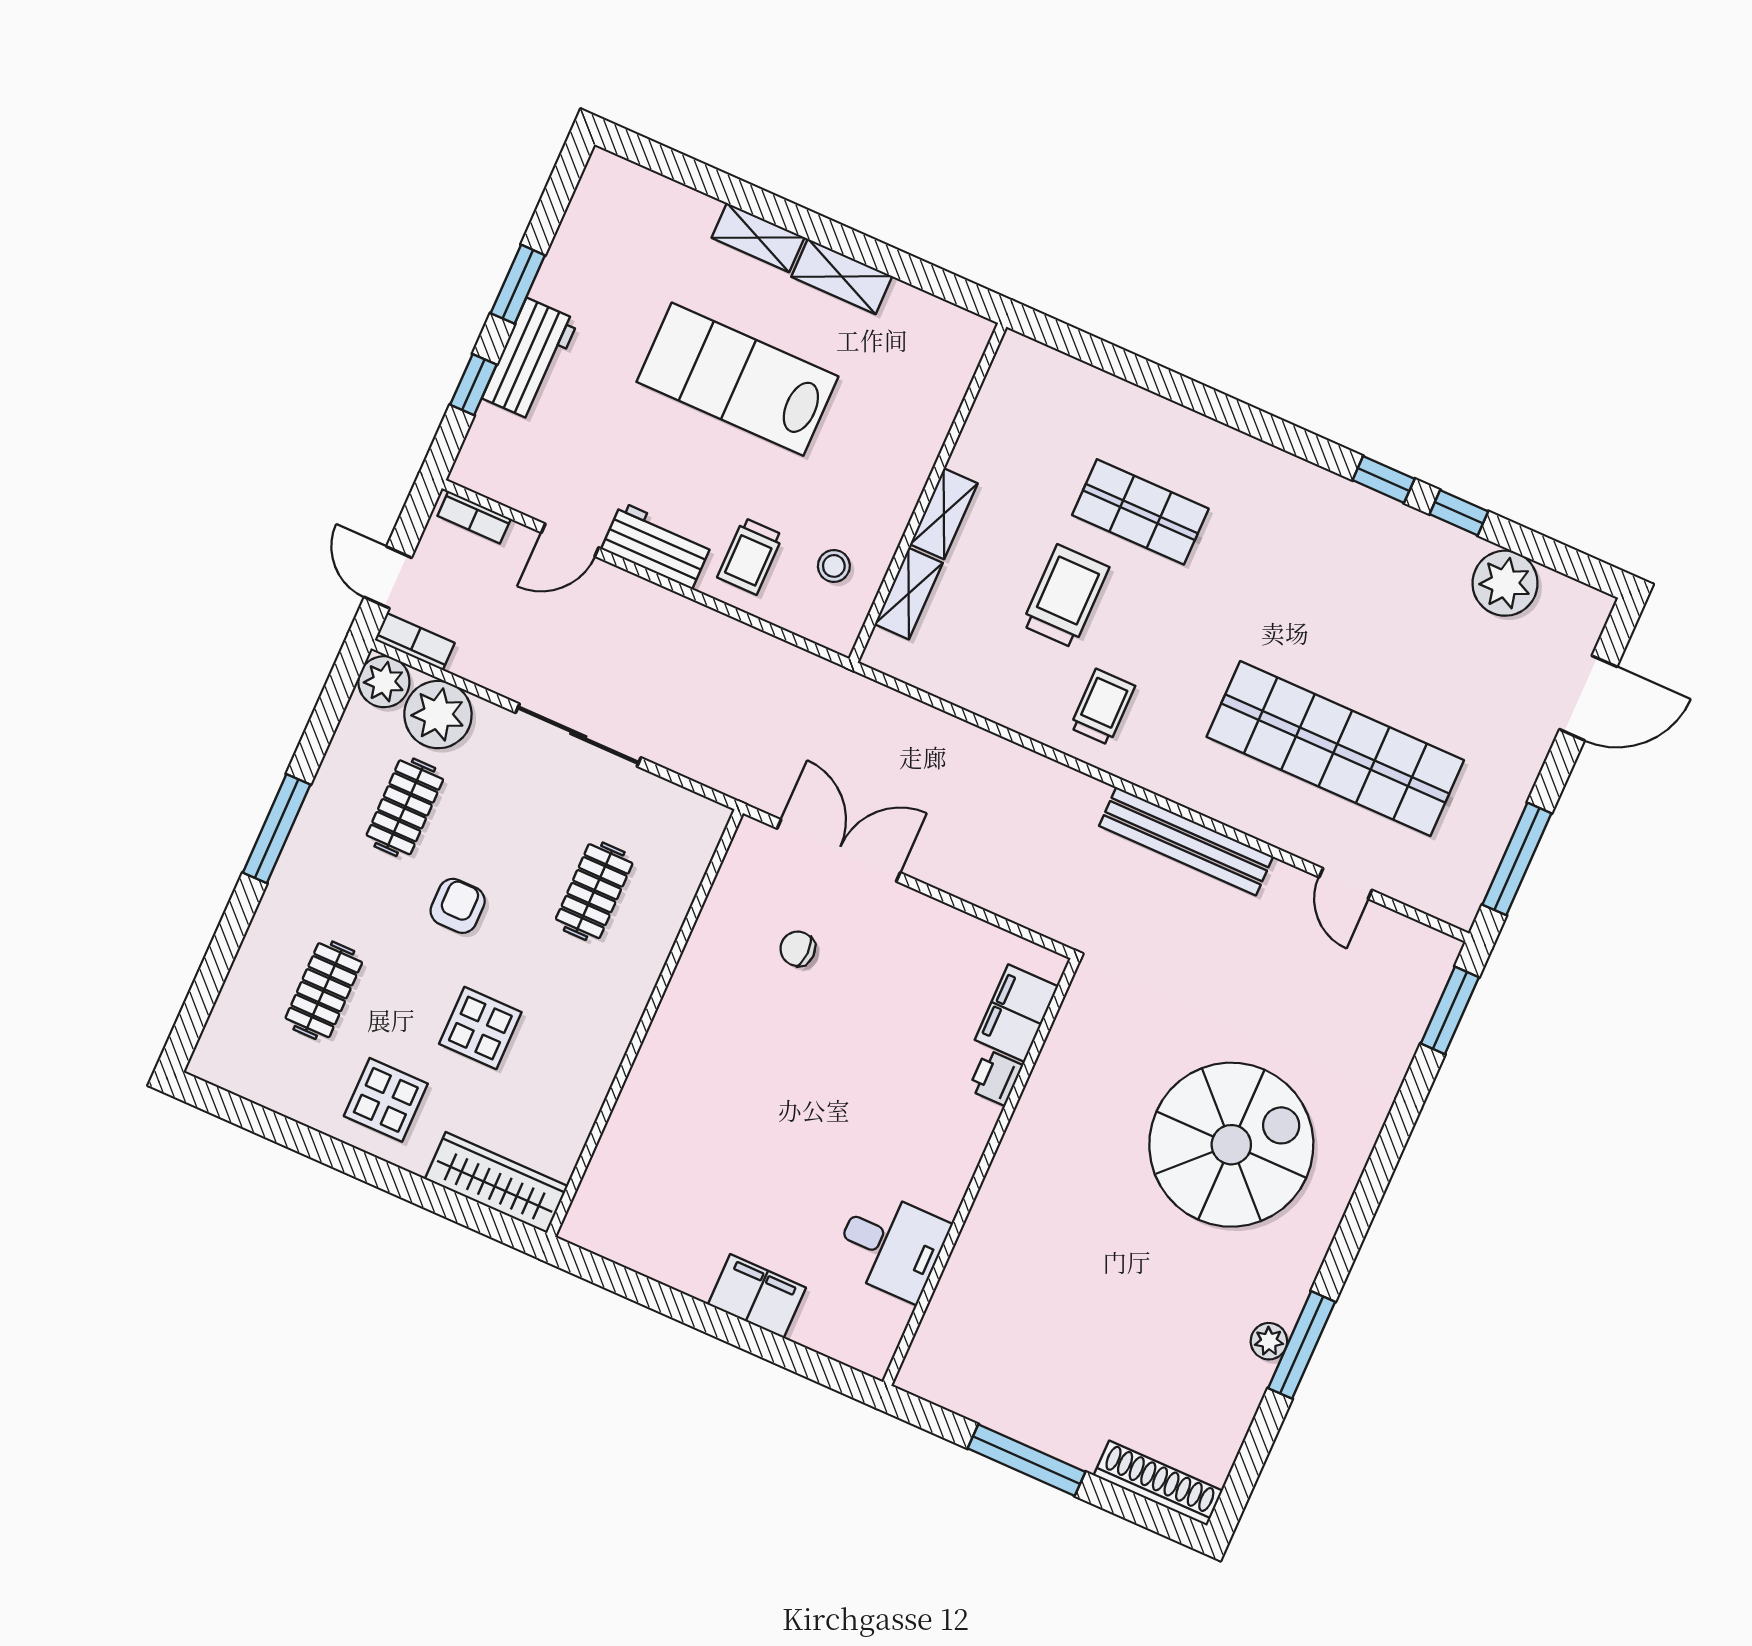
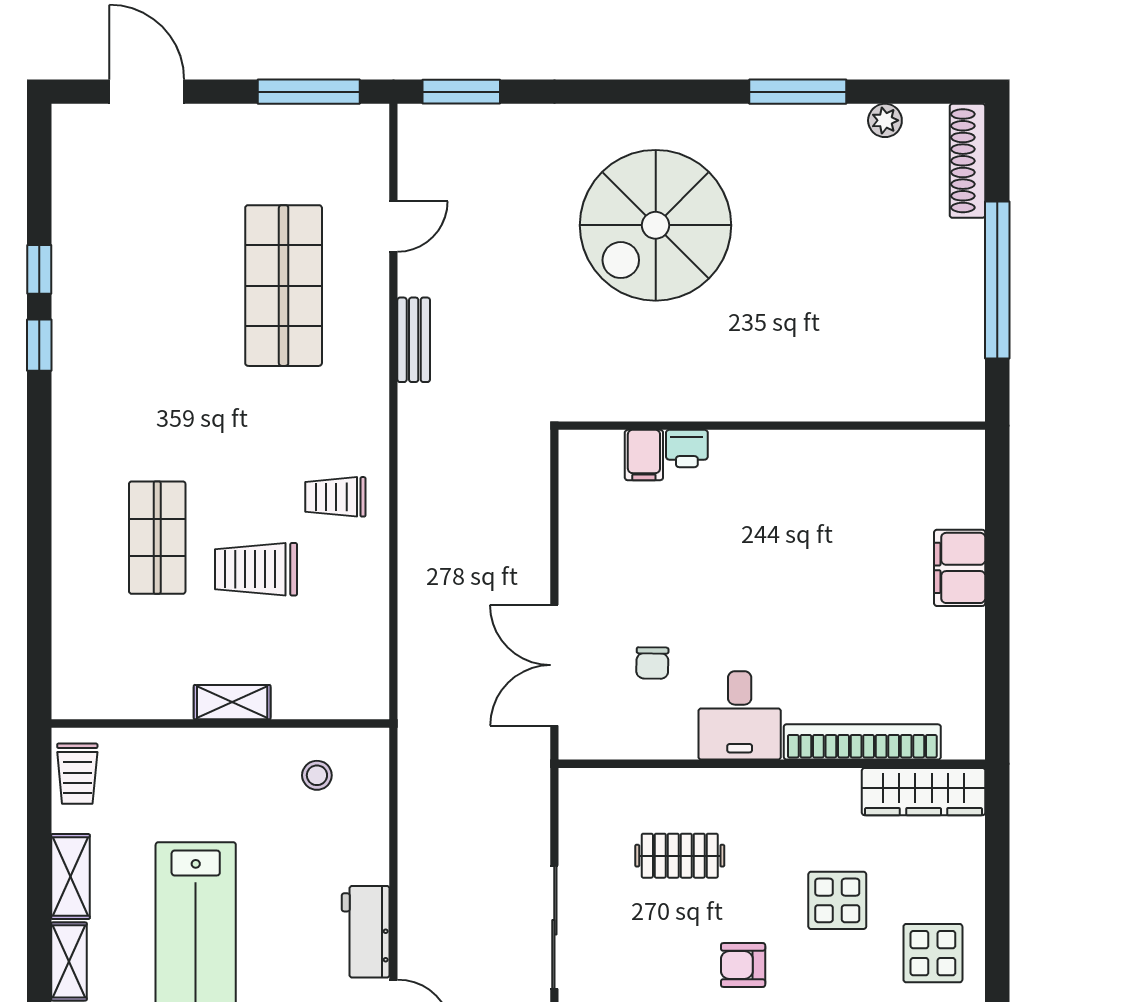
trolley: (750, 556) -> (77, 774), moved, turned 90
plant: (1505, 583) -> (81, 204), removed
shelving: (909, 594) -> (312, 702), removed
shop shelf: (1335, 749) -> (284, 286), width x0.71
bench: (1186, 841) -> (414, 340), width x0.54, depth x0.82
filing cabinet: (1016, 1013) -> (644, 455), width x0.50
bookcase: (627, 1123) -> (862, 742), added
spiral stairs: (1231, 1145) -> (656, 225), turned -90
wardrobe: (496, 1183) -> (924, 792), moved, turned -90
desk: (891, 1245) -> (740, 715), moved, turned 180
plant: (1269, 1341) -> (885, 120), moved
window: (1027, 1460) -> (997, 280), width x1.46

